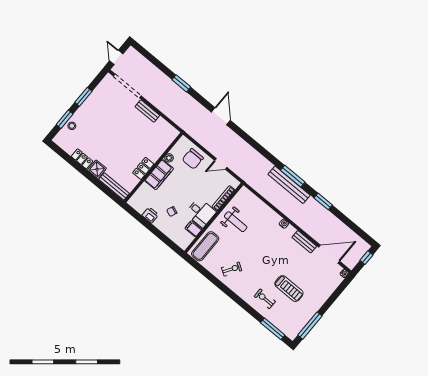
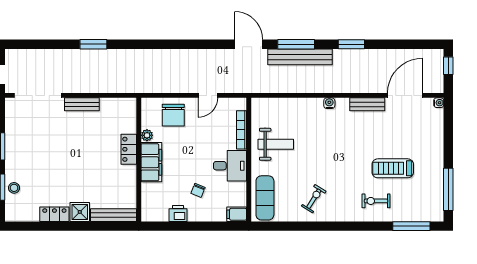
door: (221, 116) -> (249, 44), moved
locker: (143, 168) -> (129, 149), moved
filing cabinet: (193, 229) -> (237, 214), moved
treadmill: (289, 289) -> (393, 168), turned 180

